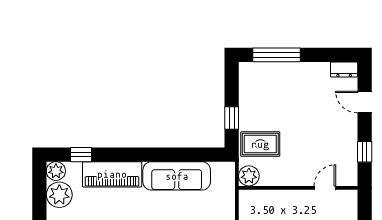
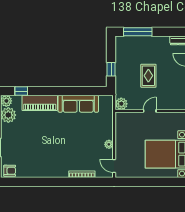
rug: (260, 144) -> (148, 76), moved, turned 90
door: (325, 188) -> (150, 111), moved

